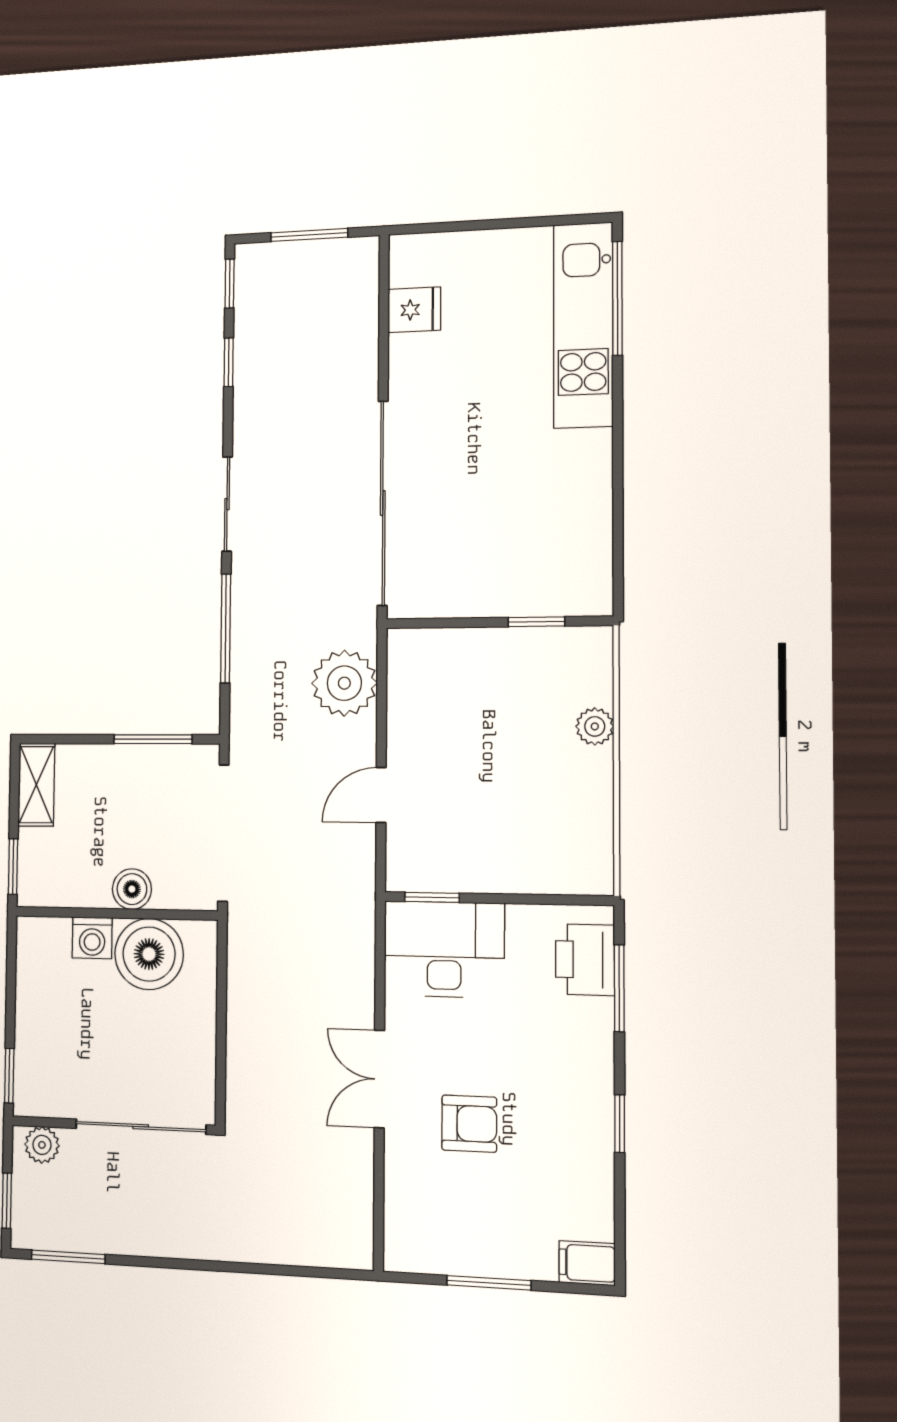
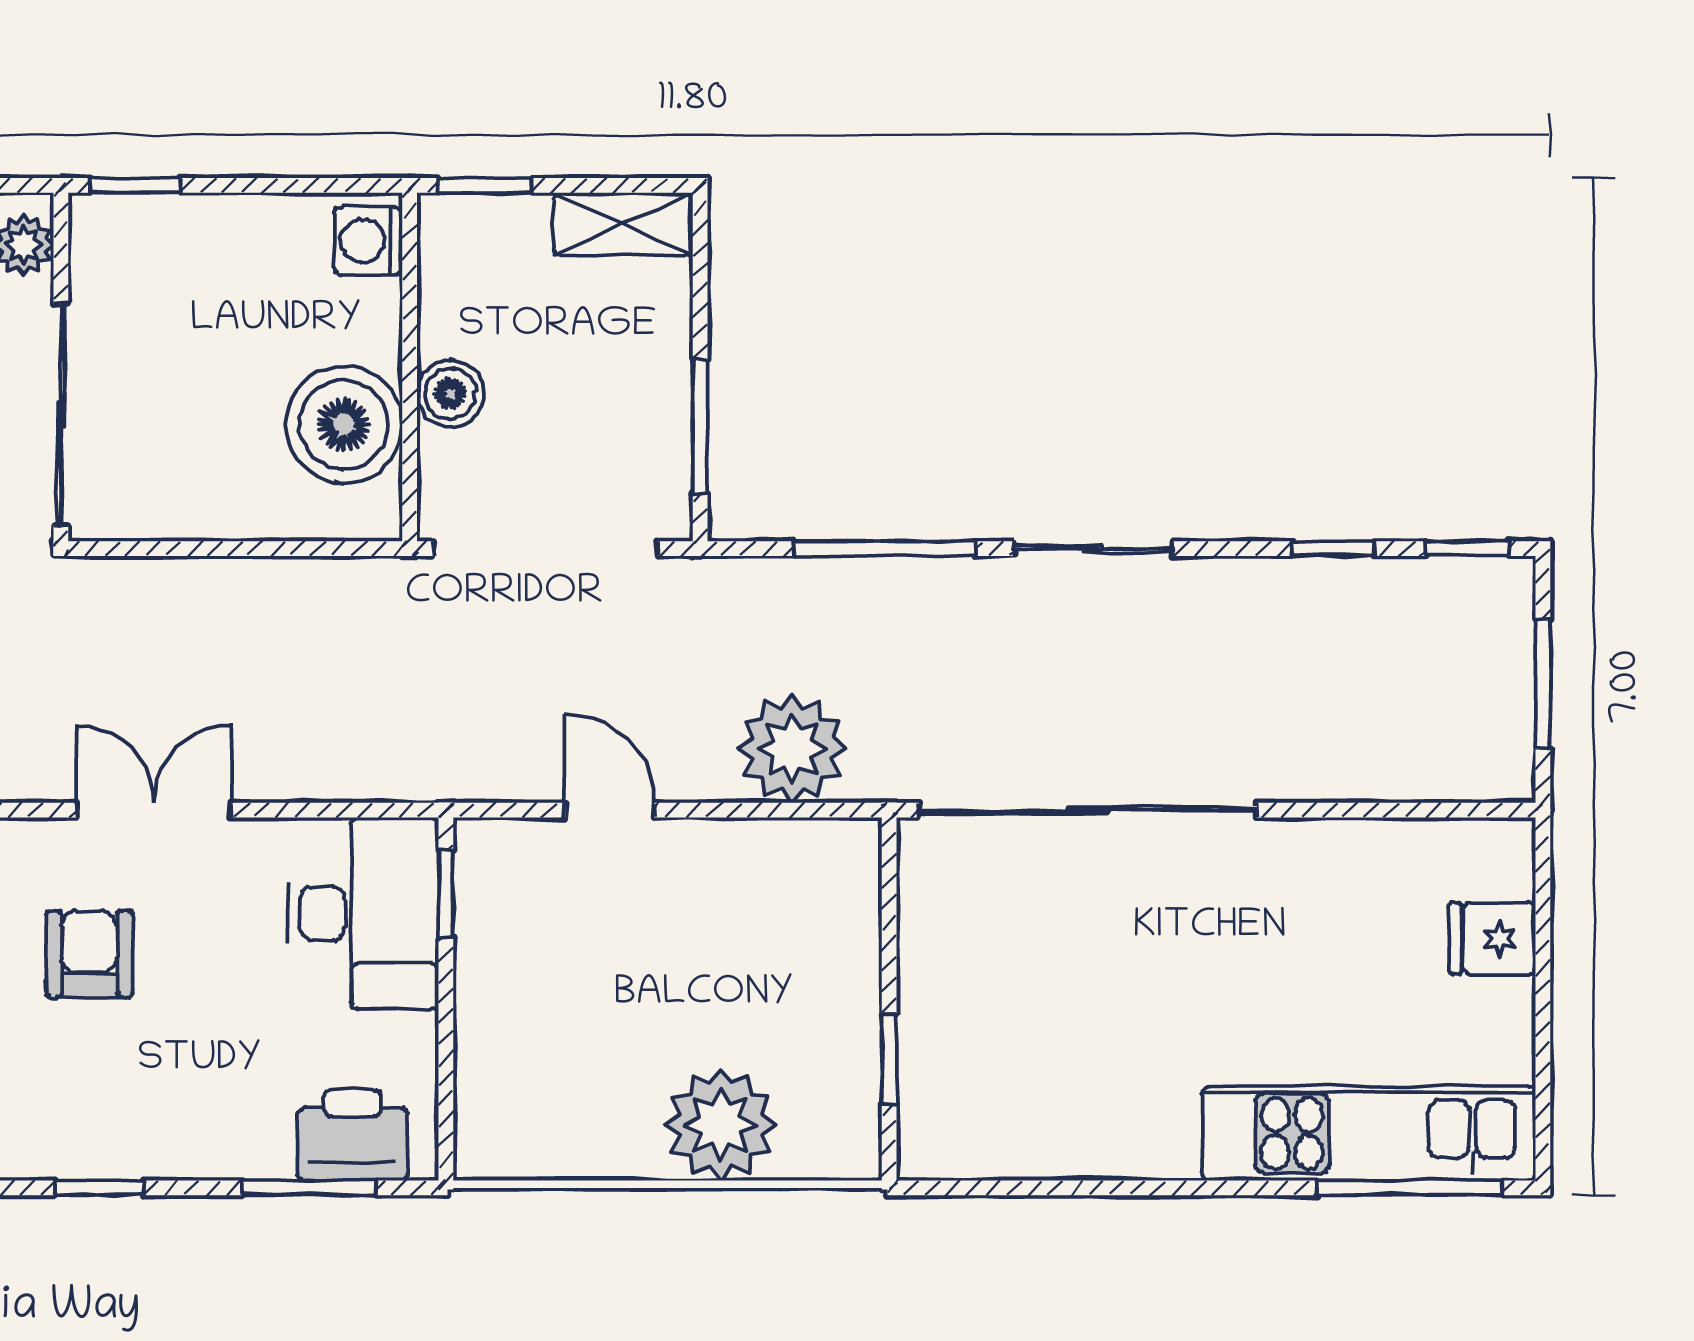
fridge: (414, 310) -> (1492, 939), moved, turned 90
plant: (595, 726) -> (721, 1125), width x1.88, depth x1.88
washing machine: (92, 938) -> (368, 241), moved
armchair: (469, 1124) -> (89, 954), turned 180

